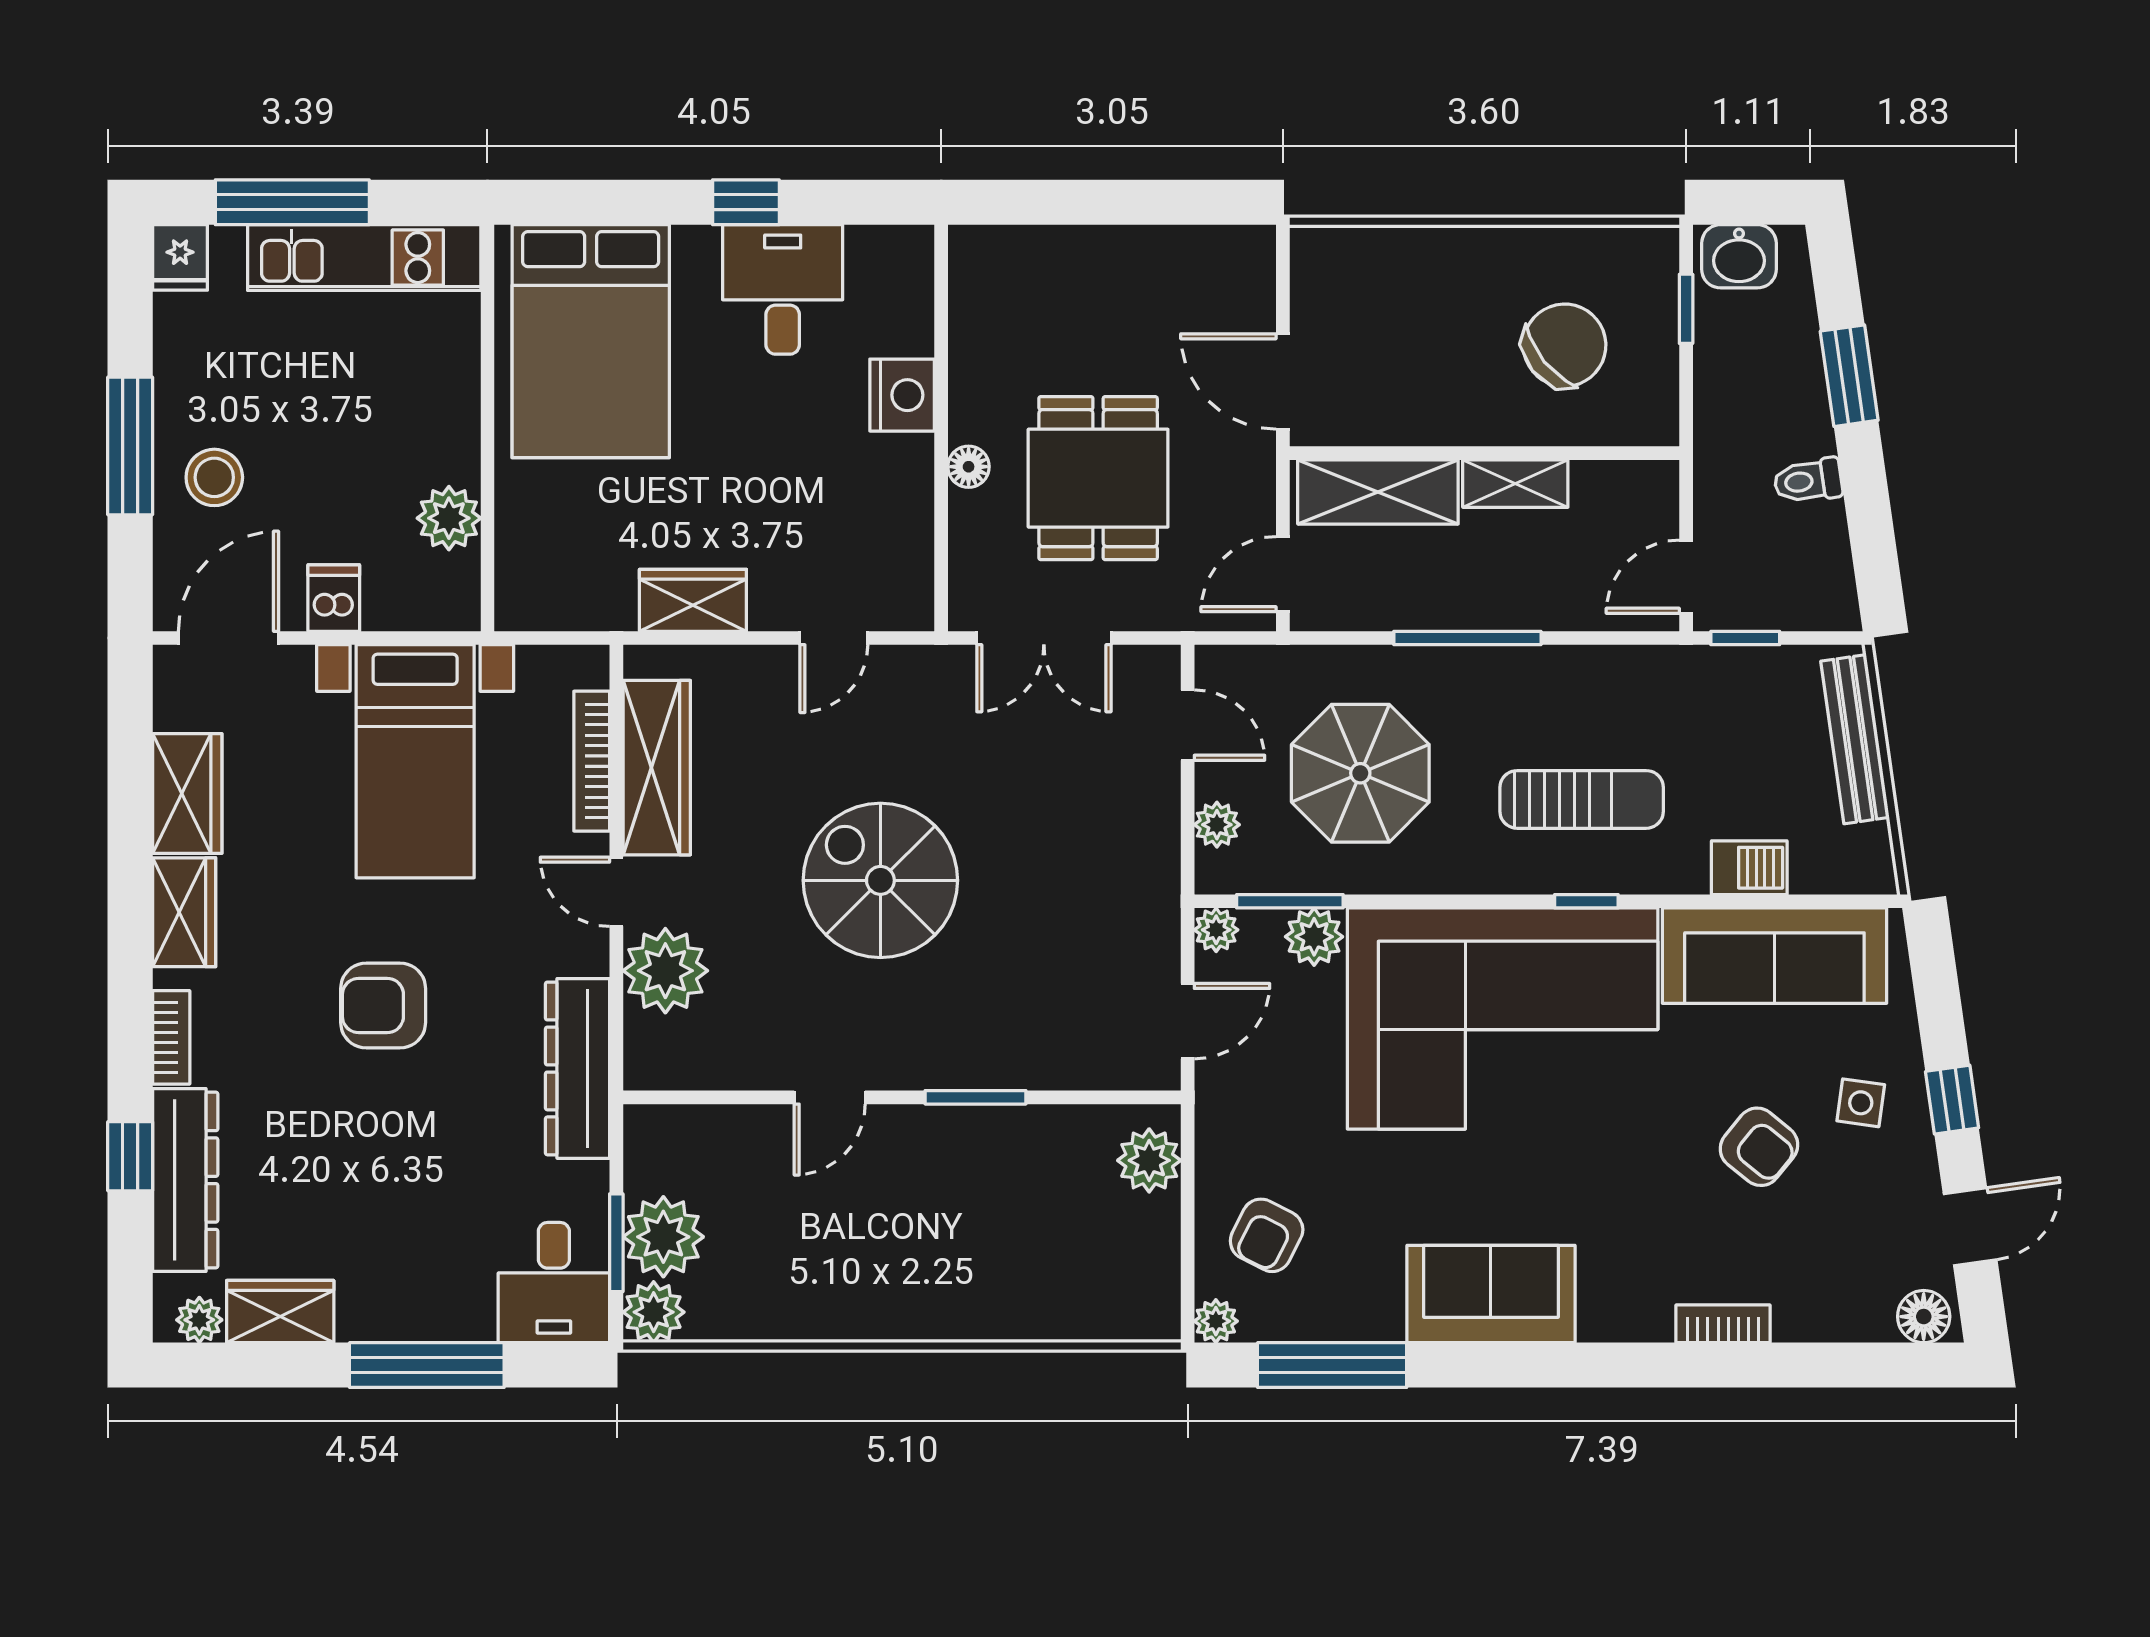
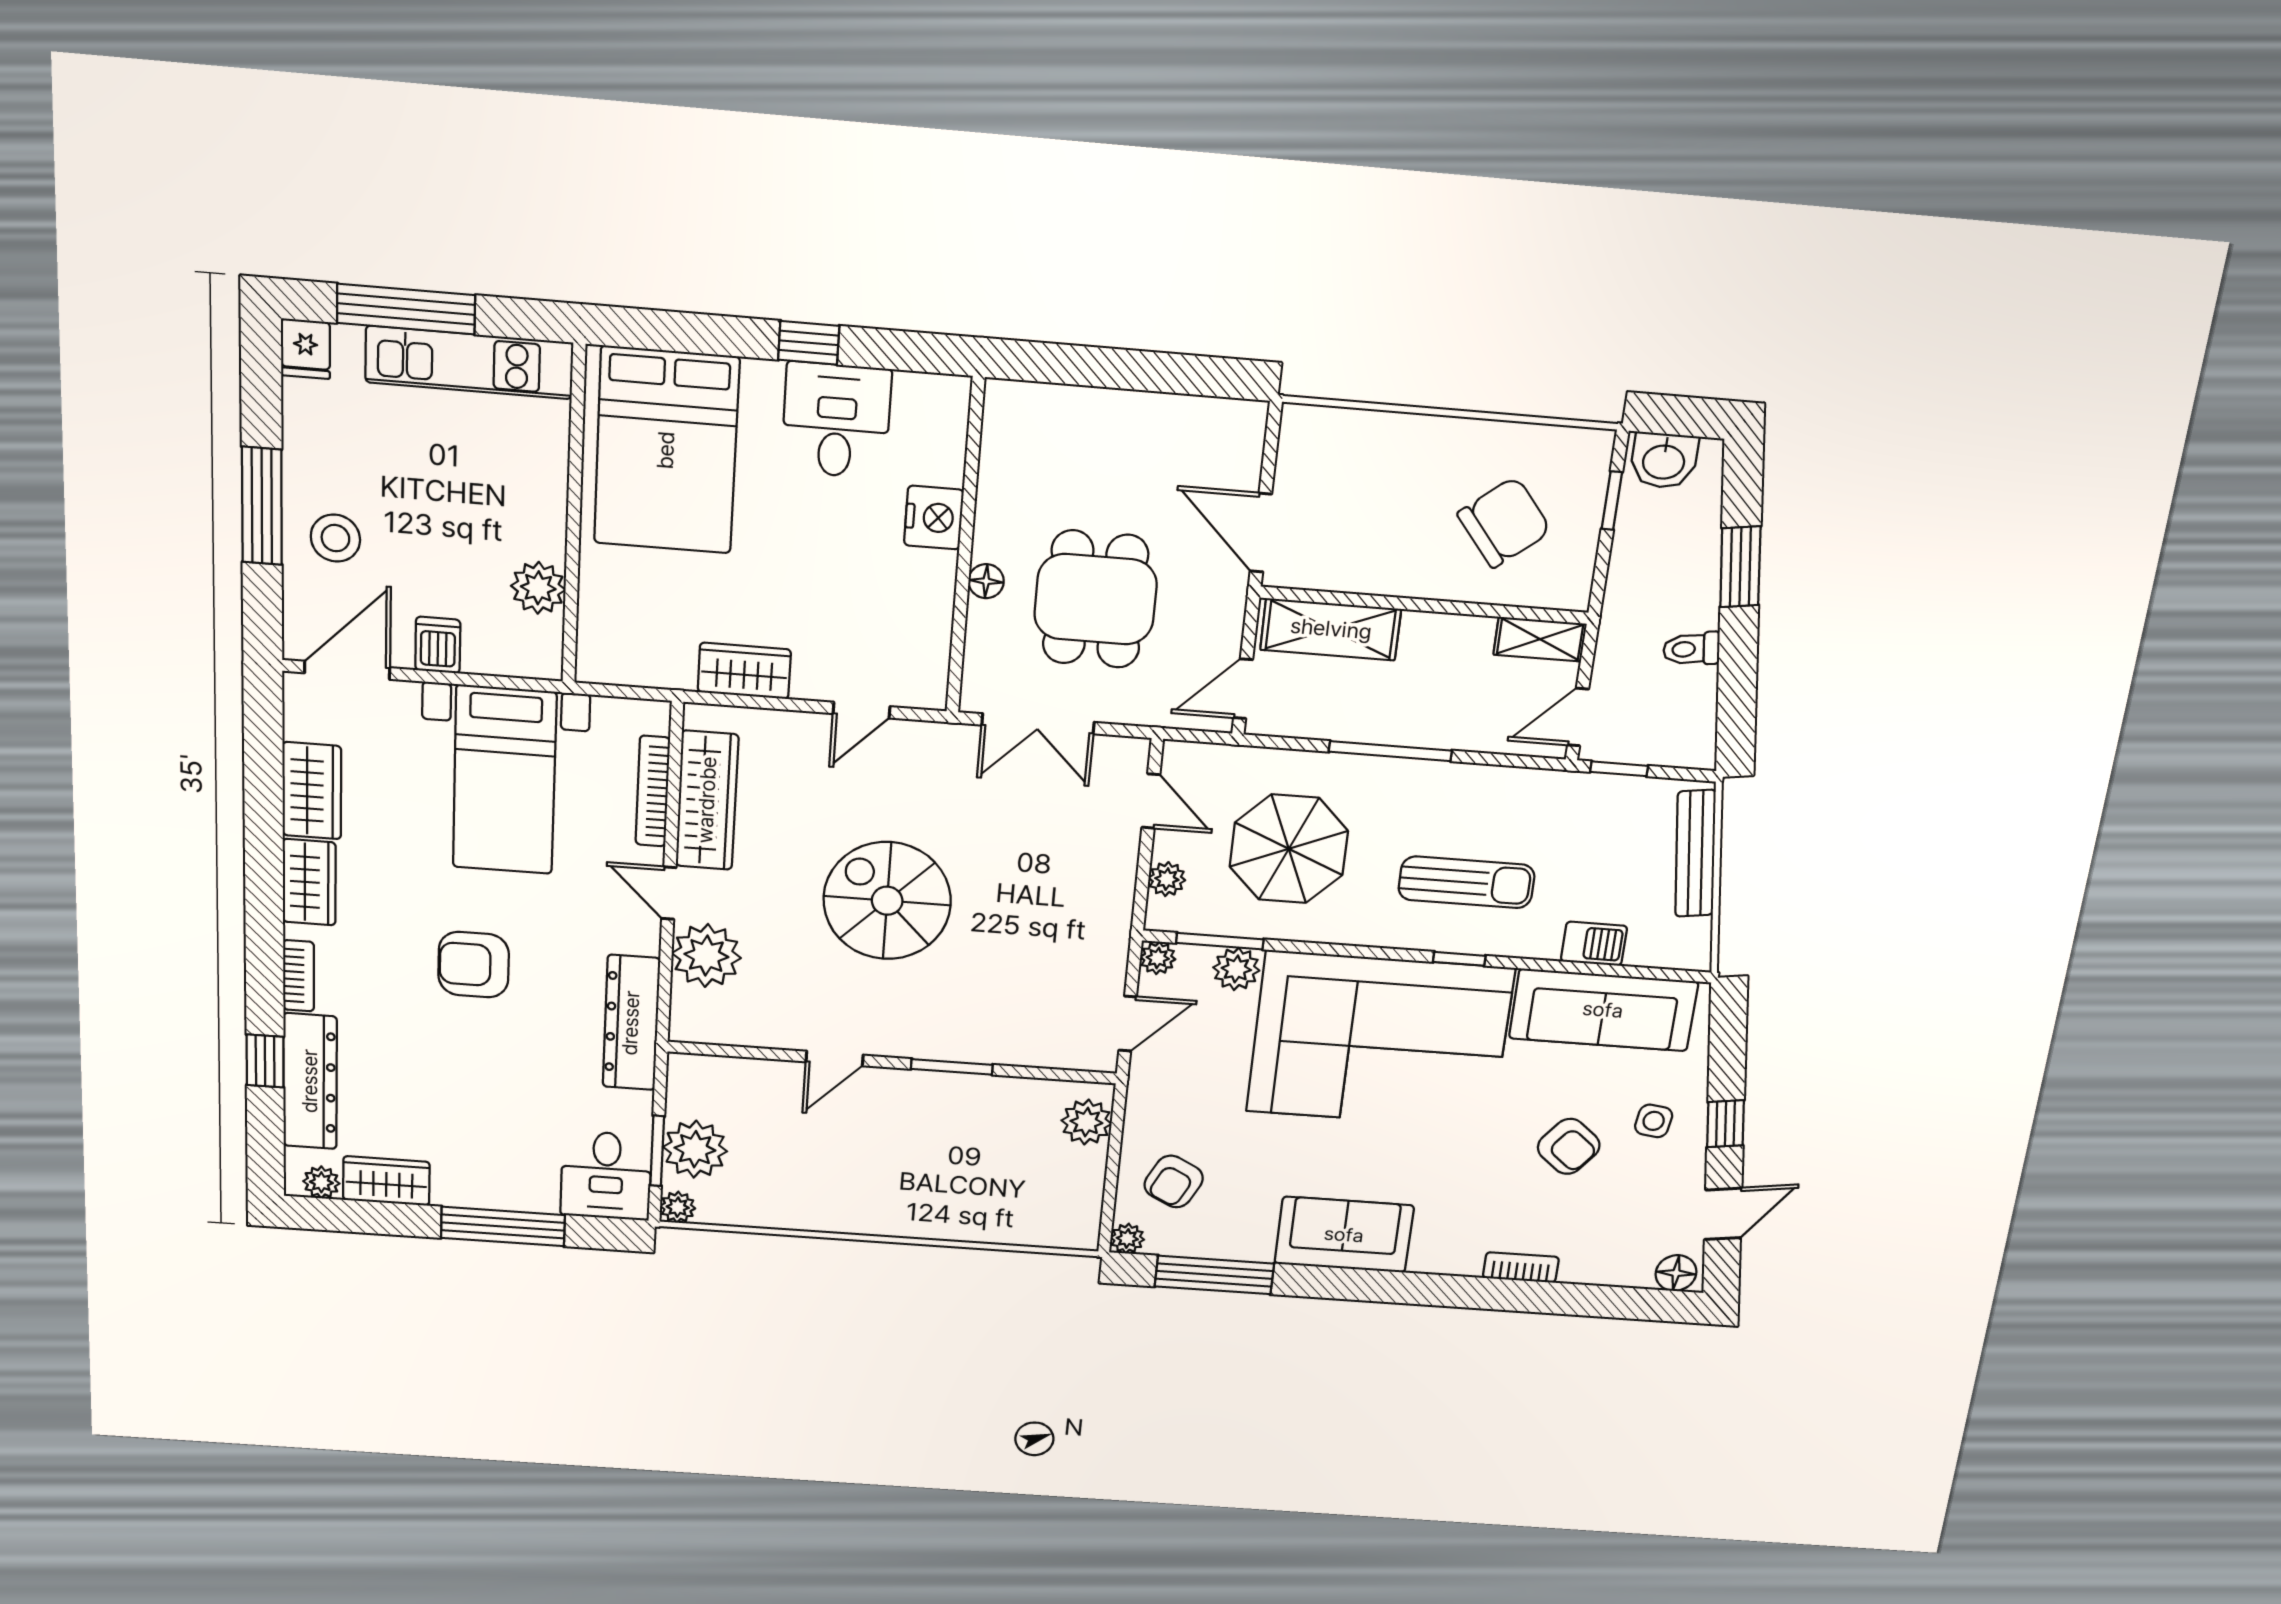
shelving: (1515, 484) -> (1540, 639), moved
plant: (654, 1312) -> (678, 1207), width x0.73, depth x0.73

